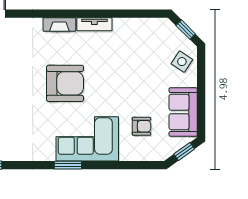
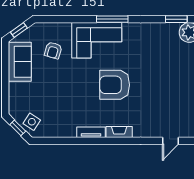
side table: (182, 62) -> (32, 122), moved
armchair: (142, 126) -> (53, 50), turned -74
window: (68, 165) -> (112, 19), width x1.44

